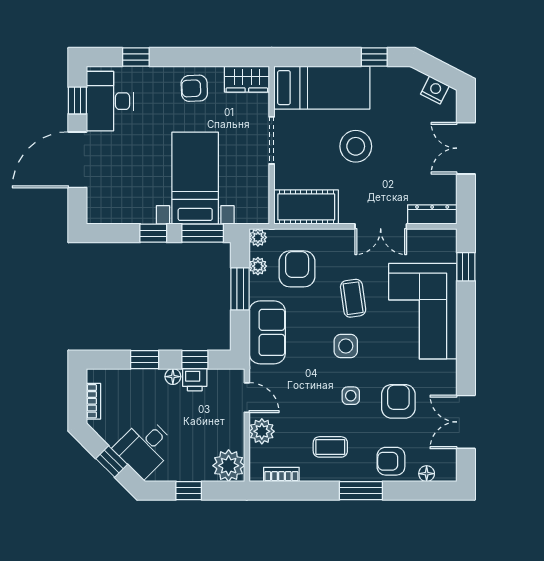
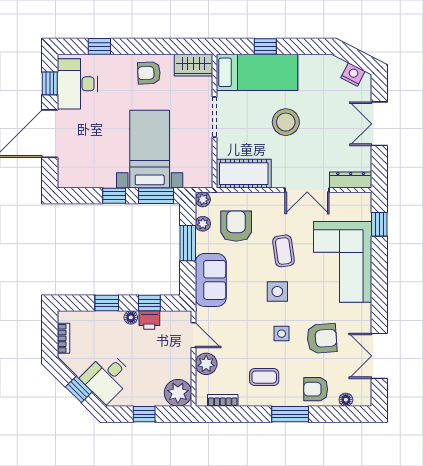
window: (374, 57) -> (265, 46), moved
armchair: (398, 401) -> (322, 338), turned 86

